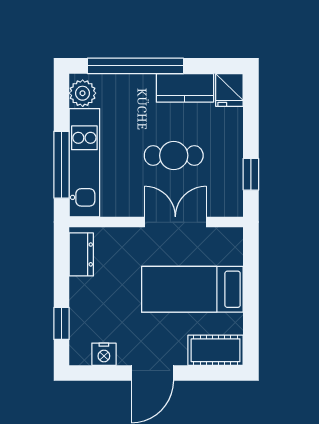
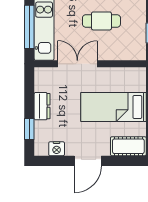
double door: (175, 222) -> (77, 64), moved
dresser: (81, 254) -> (42, 106), moved

